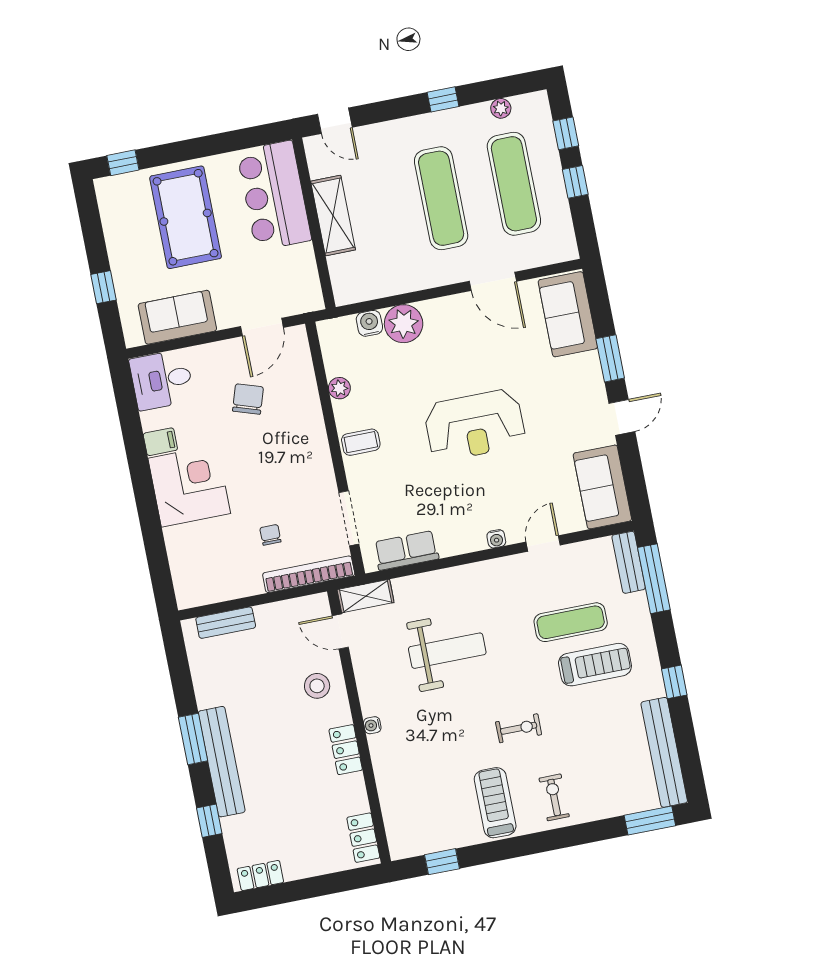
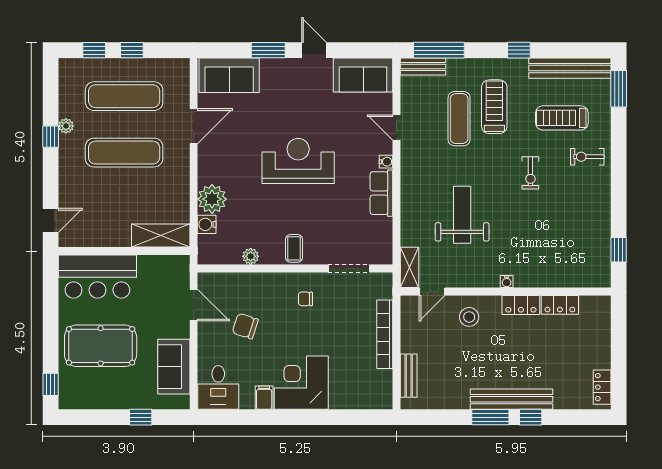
plant: (501, 108) -> (66, 126), moved
shelving: (333, 215) -> (161, 236), moved
reception desk: (475, 425) -> (298, 161), turned -90
chair: (270, 535) -> (305, 299), moved
row of seats: (406, 550) -> (381, 193), moved
bookcase: (309, 574) -> (385, 334), moved
exercise bike: (519, 728) -> (530, 173), turned 180
treadmill: (495, 803) -> (562, 118), moved
window: (209, 821) -> (531, 417), moved
locker: (363, 838) -> (560, 305), moved

